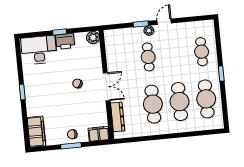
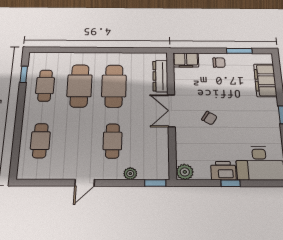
window: (141, 24) -> (155, 183), moved
plant: (149, 31) -> (130, 174), moved
window: (221, 74) -> (24, 74), moved
cafe table: (206, 99) -> (45, 86), width x0.73, depth x0.74
filing cabinet: (36, 132) -> (265, 80), moved
window: (71, 146) -> (239, 51), moved

